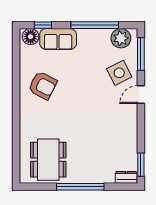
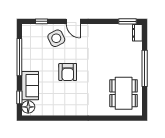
plant: (121, 38) -> (29, 37), removed
window: (141, 54) -> (42, 21), width x0.46
armchair: (43, 85) -> (68, 72), moved, turned 153
dining table: (48, 160) -> (124, 93), turned 90

